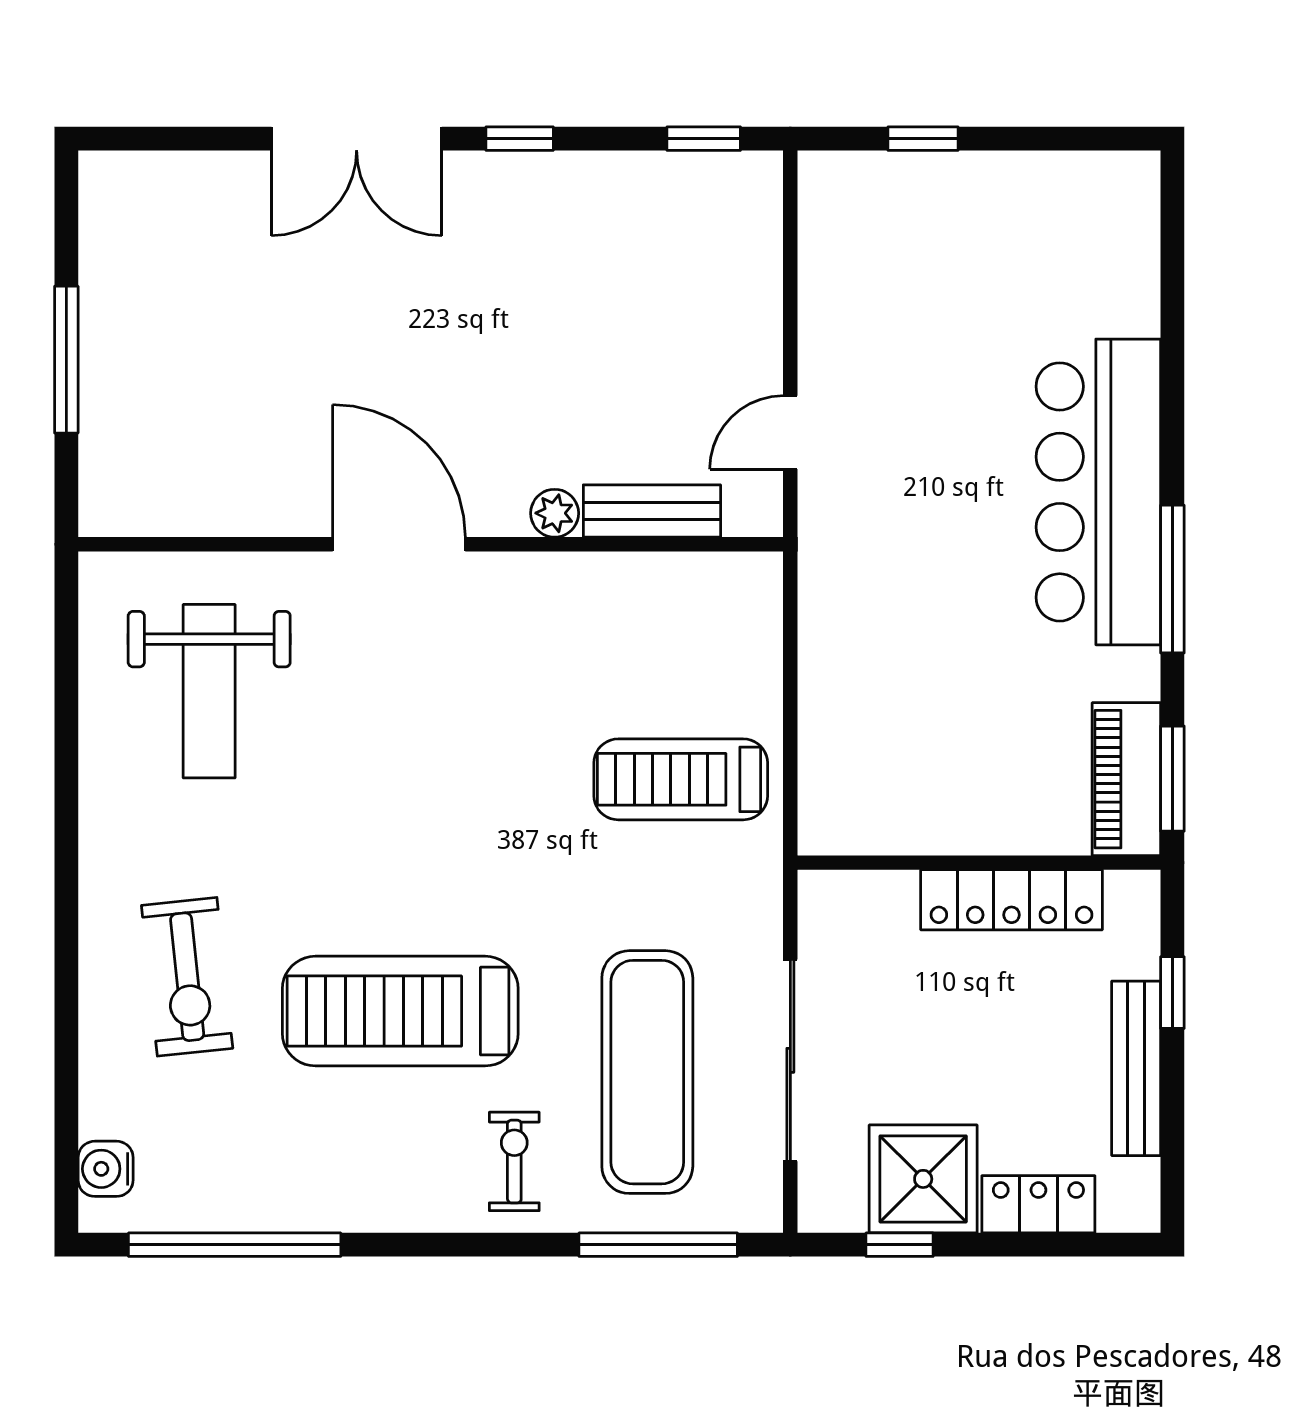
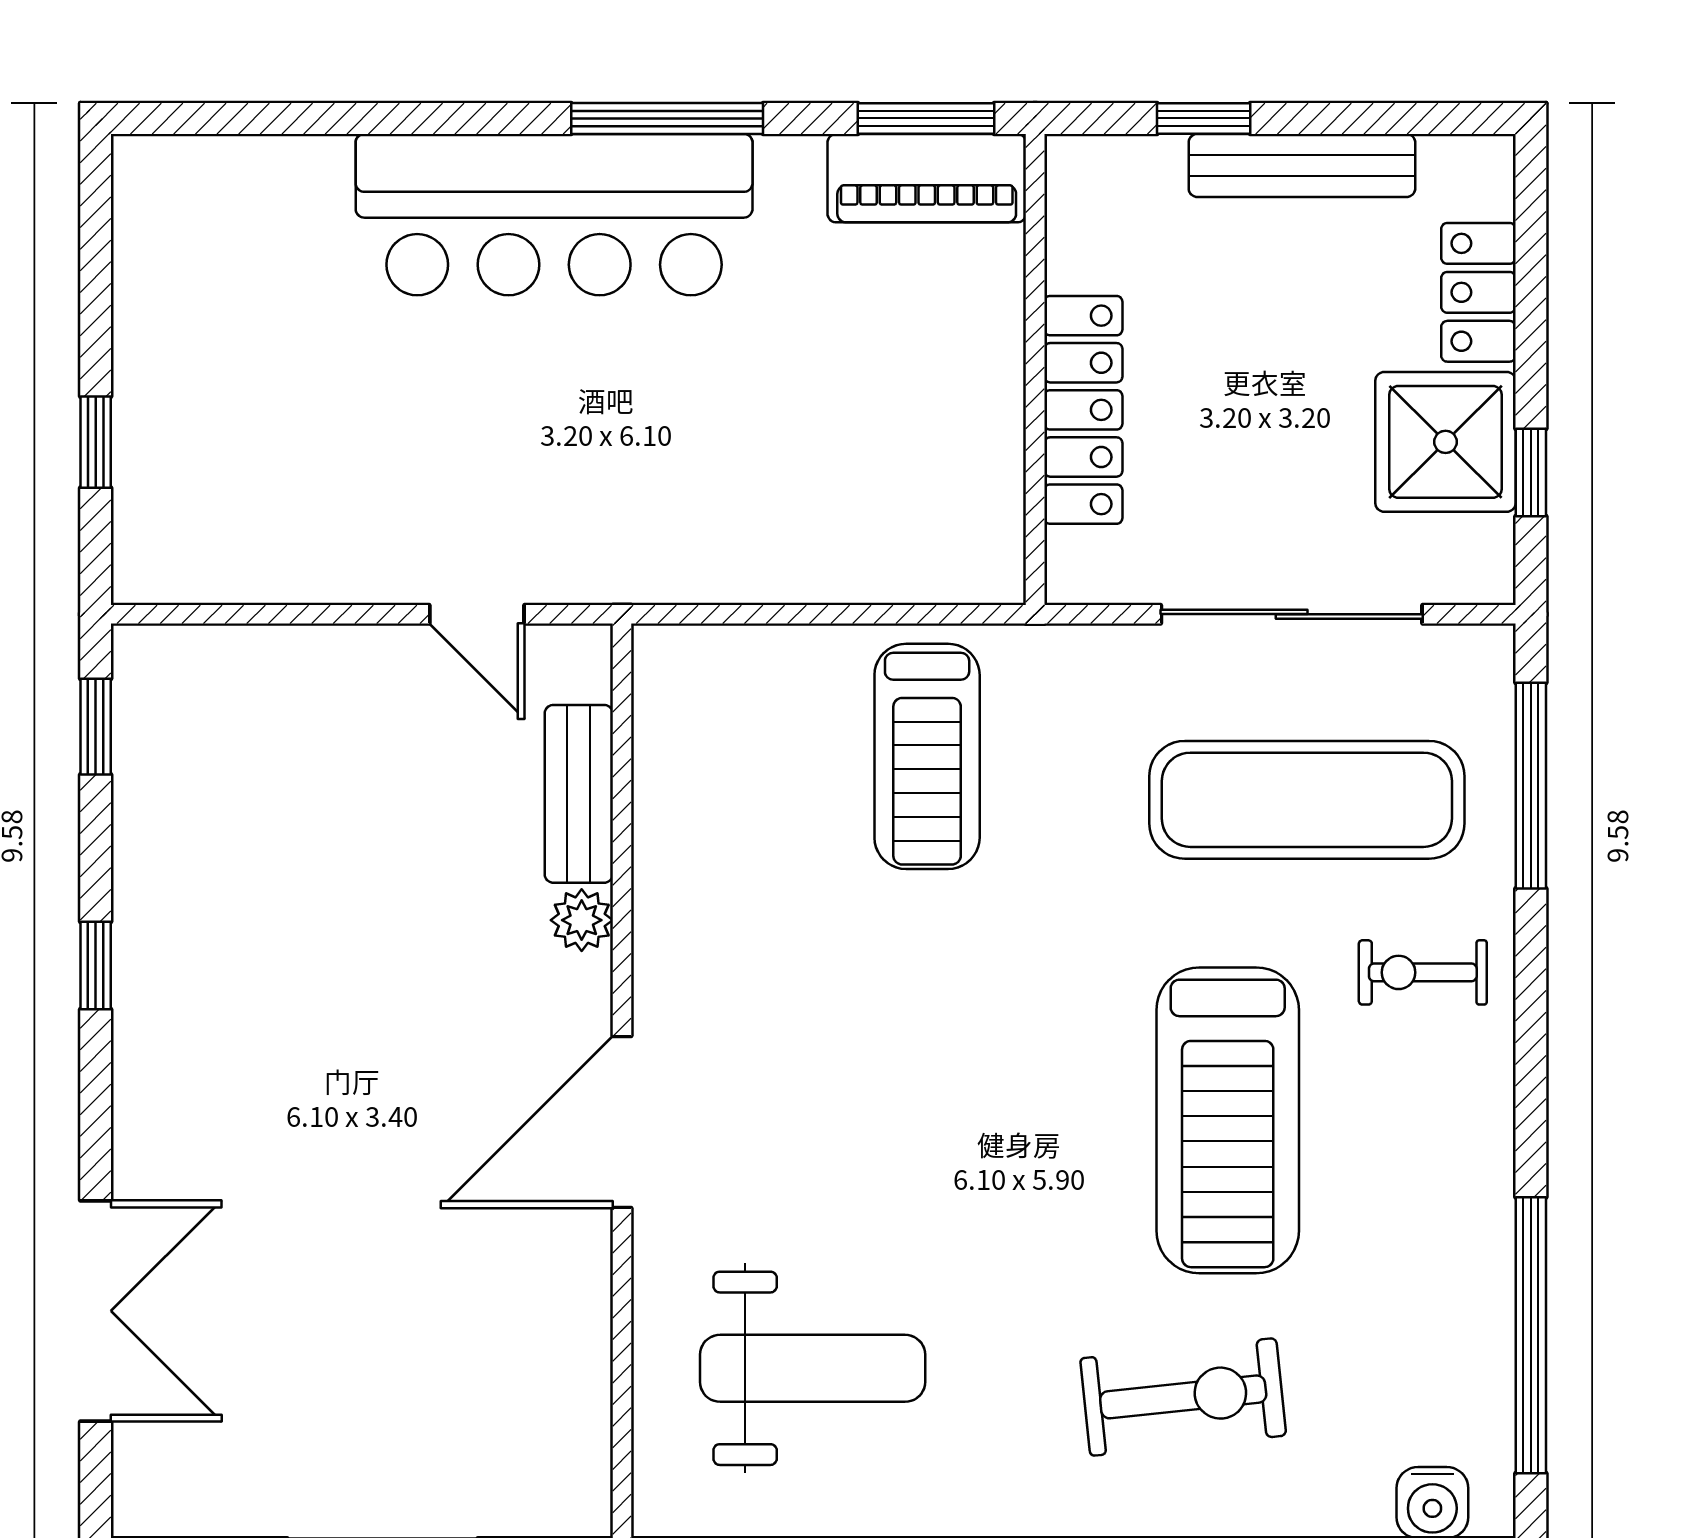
double door: (357, 139) -> (96, 1311), moved
locker: (1012, 900) -> (1083, 410), moved

